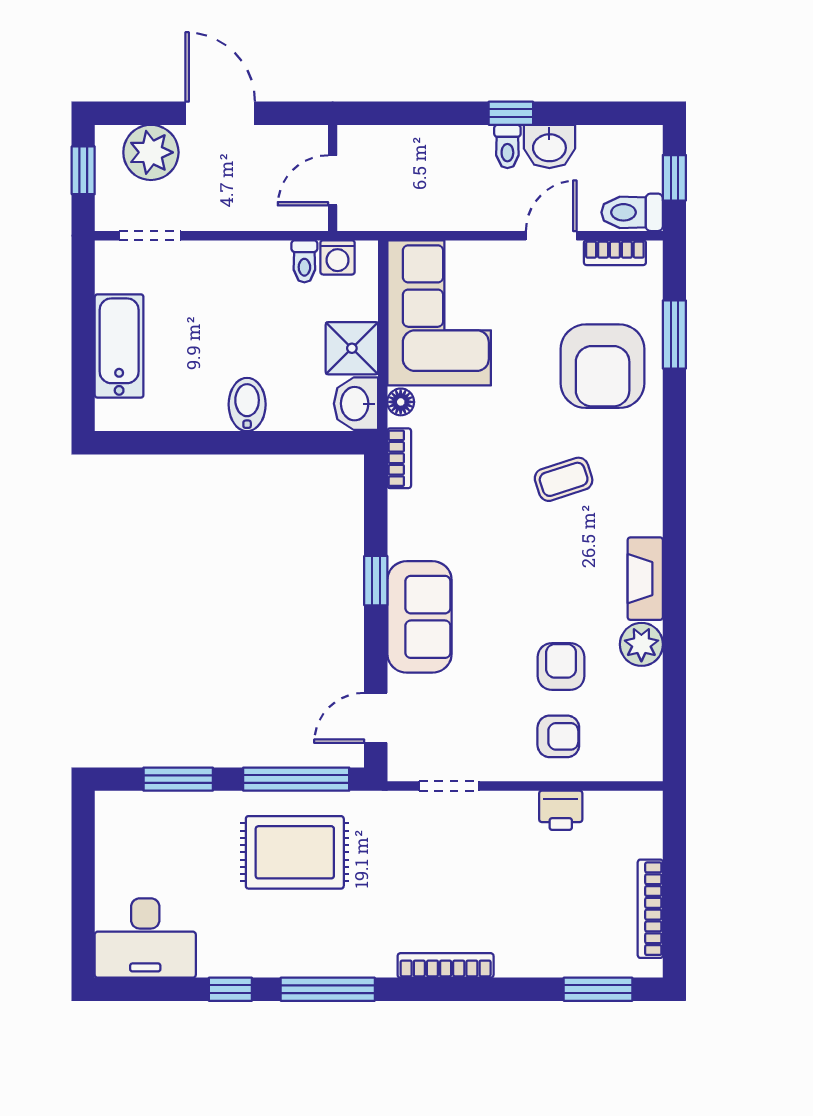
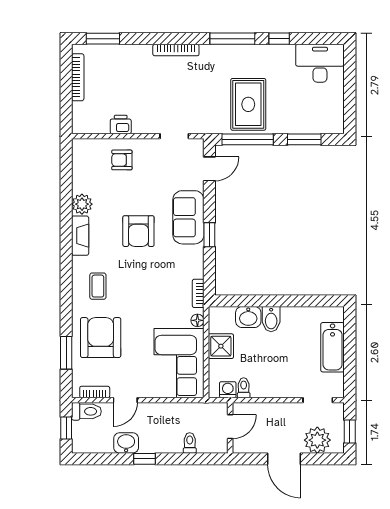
toilet: (507, 146) -> (190, 443), moved
washbasin: (356, 404) -> (248, 317), moved, turned 90
coffee table: (564, 479) -> (98, 286), moved, turned -72
armchair: (561, 666) -> (138, 231), moved, width x1.38, depth x1.38
rug: (295, 852) -> (248, 104), turned 90

